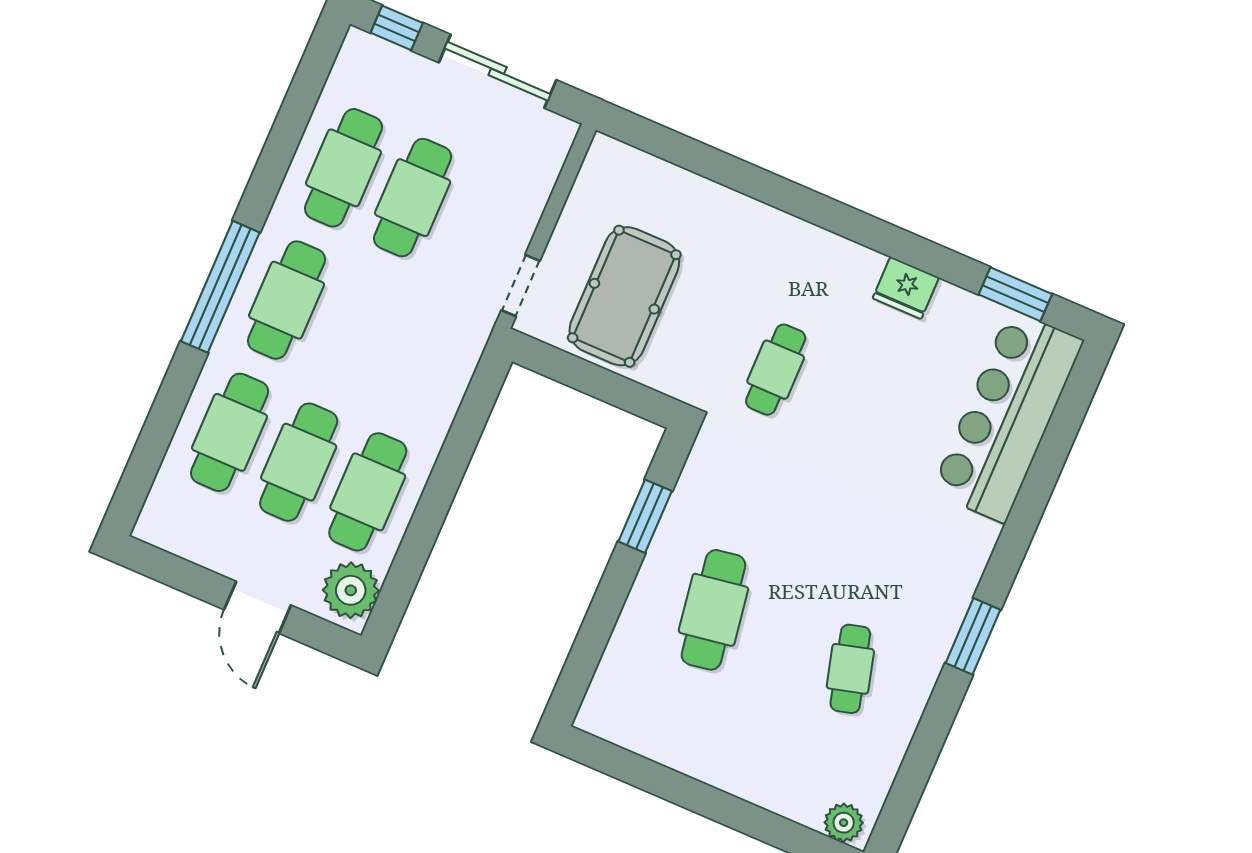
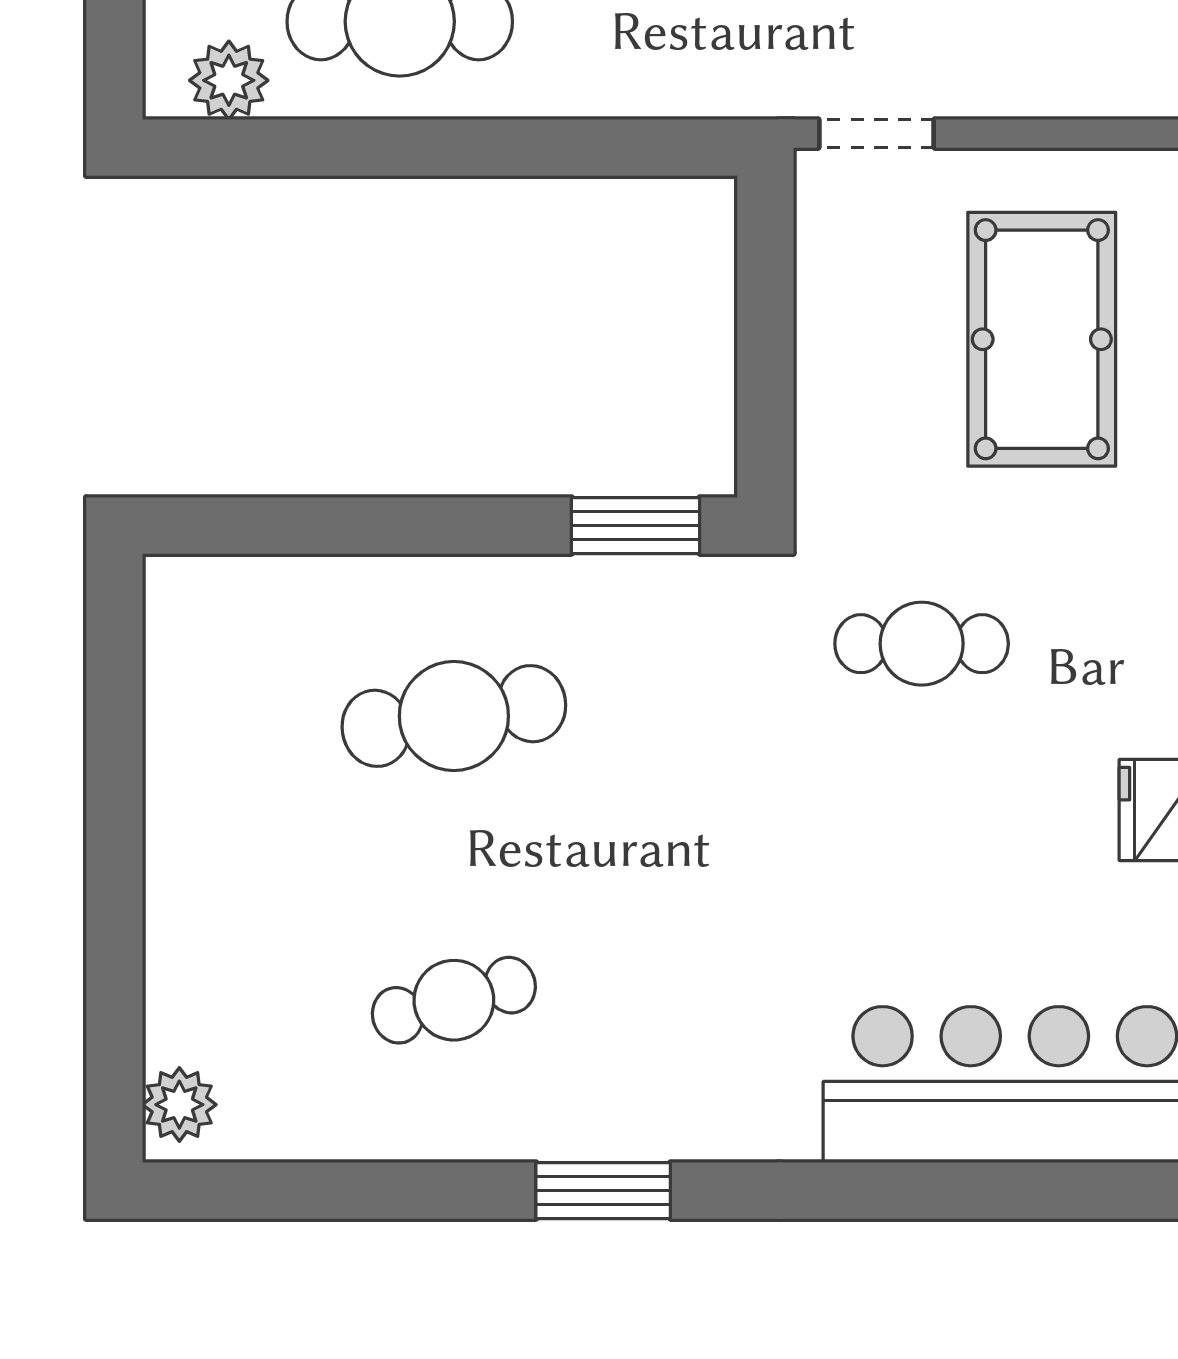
pool table: (624, 296) -> (1042, 339), moved, turned 90
window: (645, 516) -> (636, 526), moved
plant: (351, 590) -> (229, 80), width x0.73, depth x0.73

